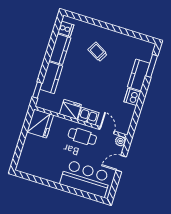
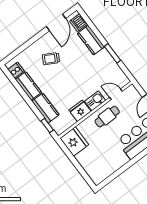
door: (132, 34) -> (56, 23), added
window: (152, 66) -> (113, 53), moved
dishwasher: (132, 97) -> (79, 23), moved
plant: (120, 141) -> (131, 90), removed

